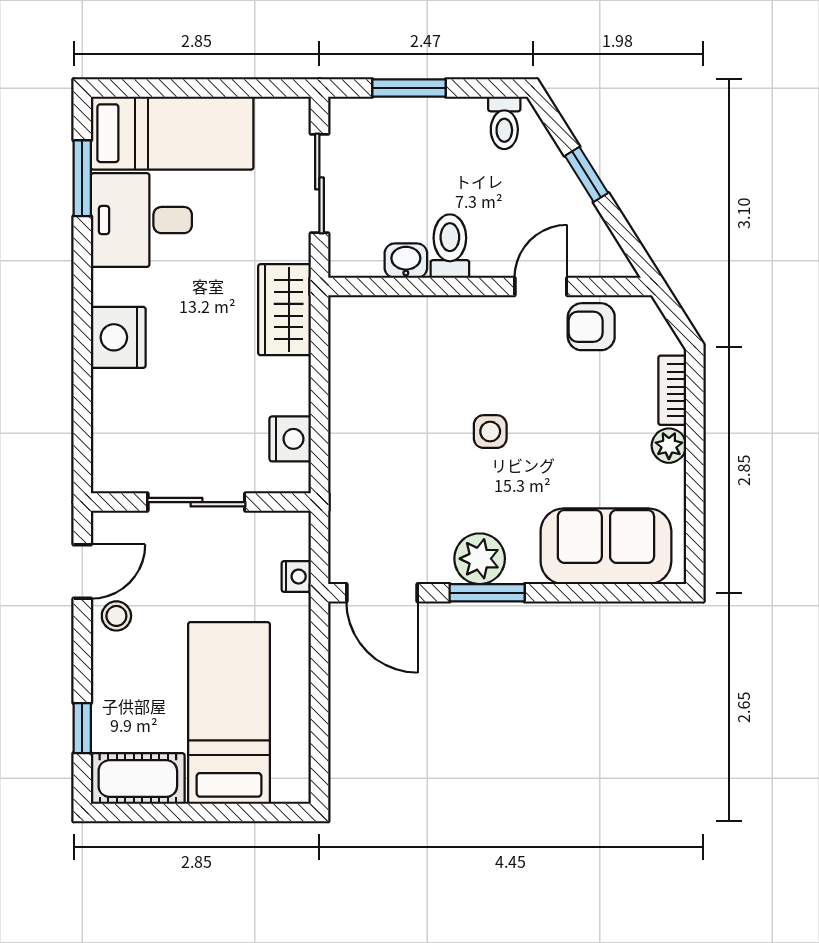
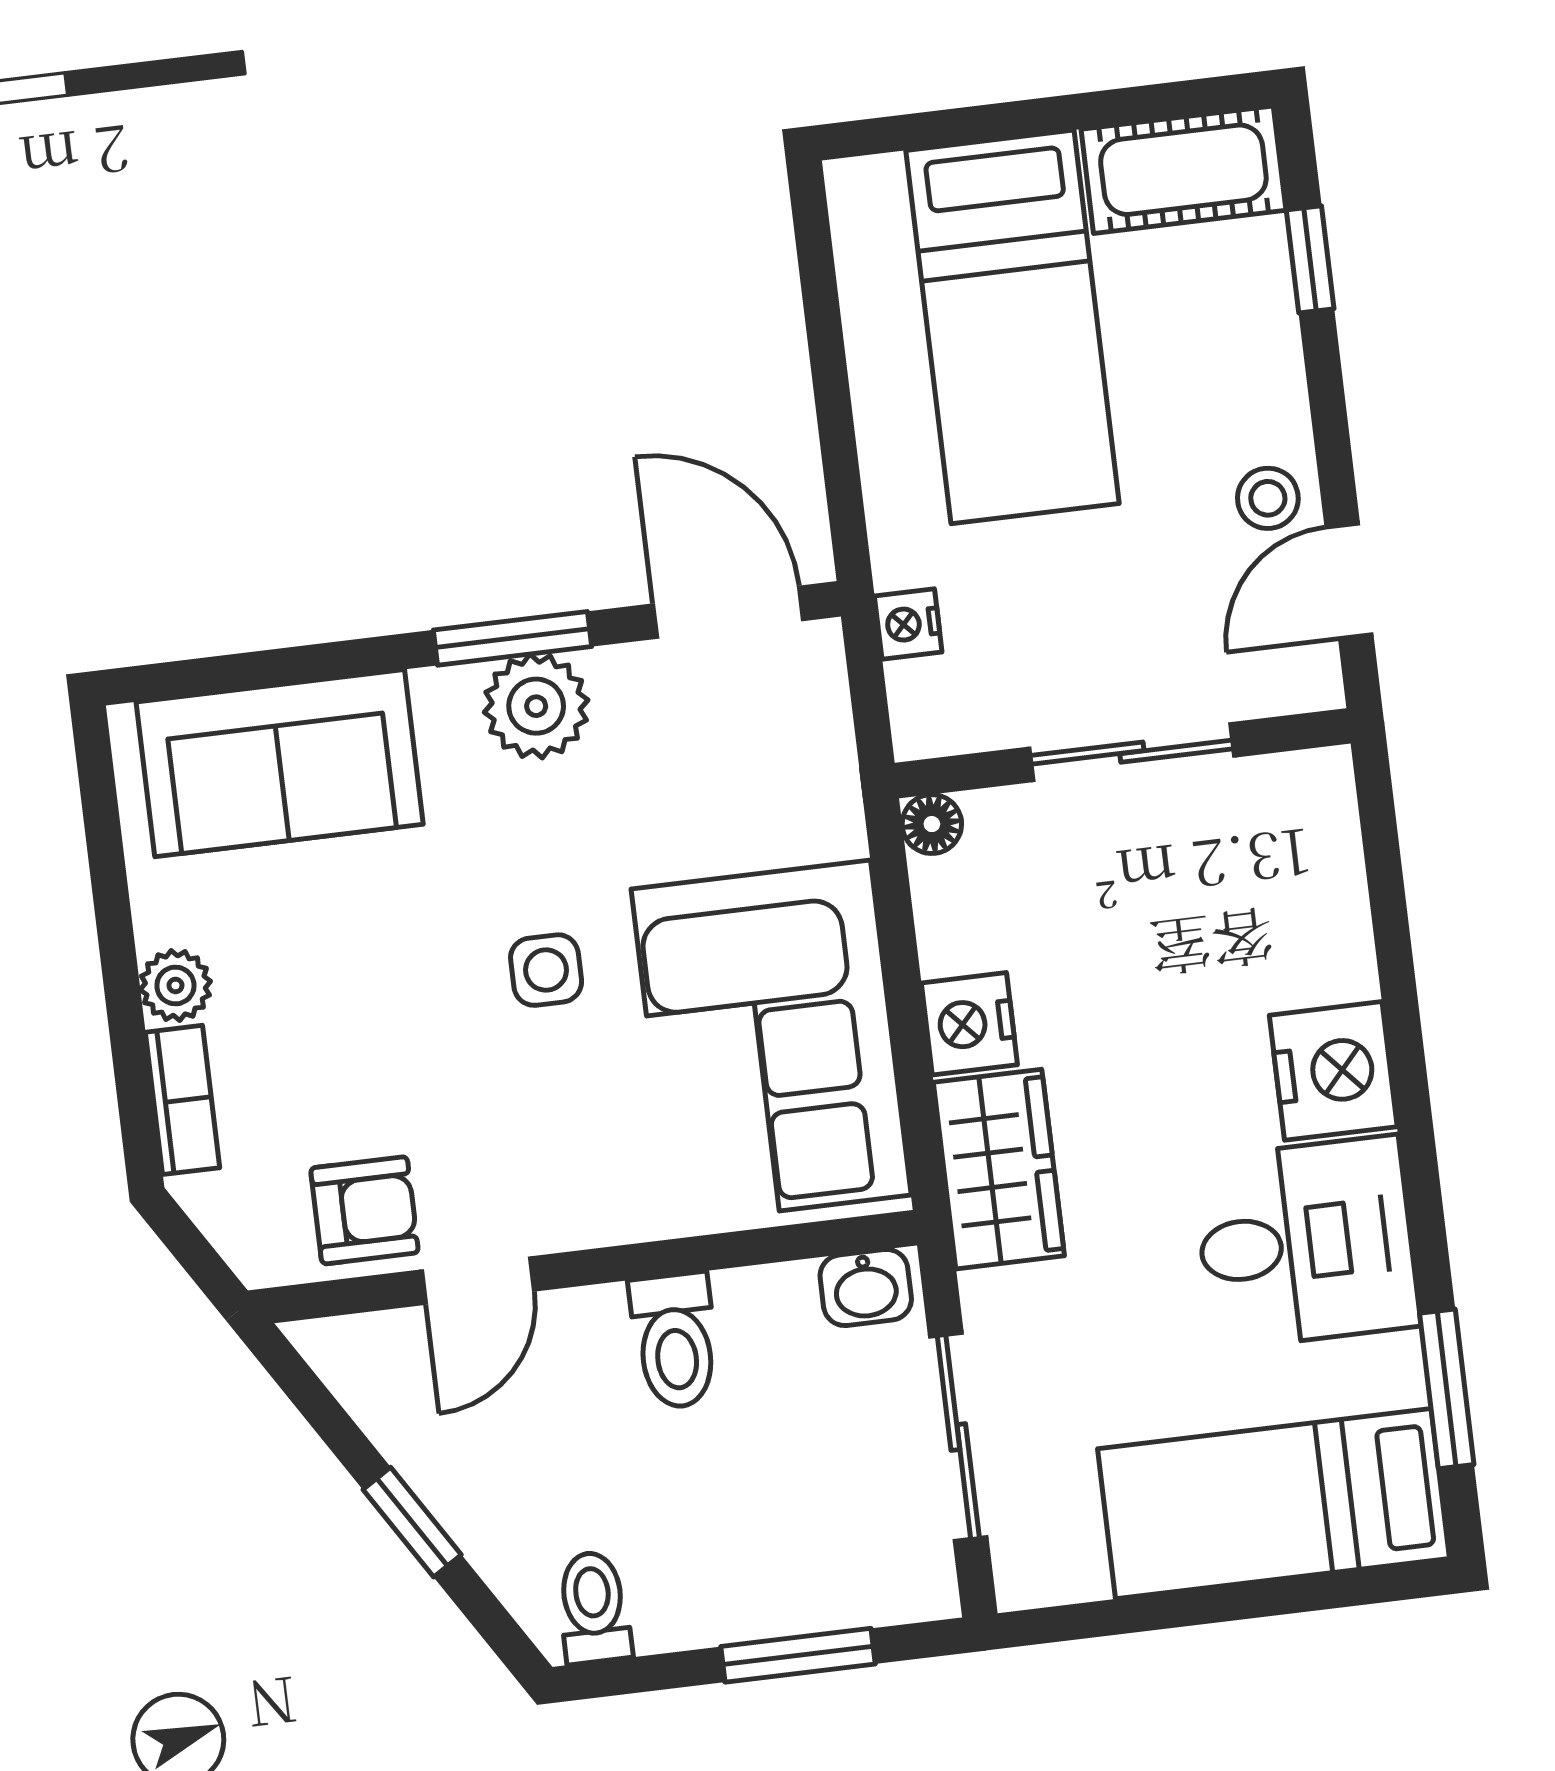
desk: (141, 220) -> (1306, 1243), moved
washbasin: (406, 261) -> (866, 1288), moved
corner sofa: (386, 384) -> (771, 1042), added
nightstand: (290, 439) -> (969, 1024), moved
floor lamp: (297, 479) -> (932, 824), added

